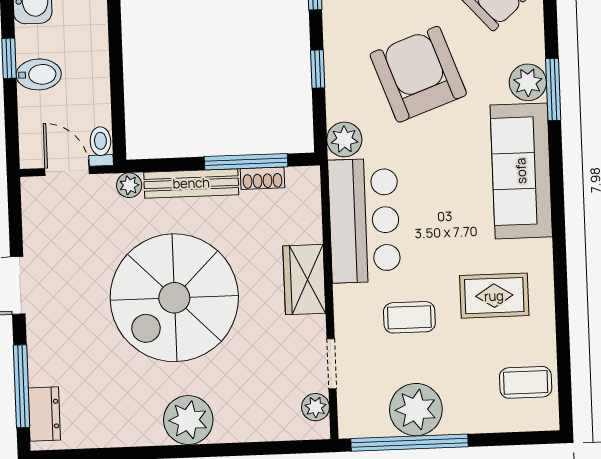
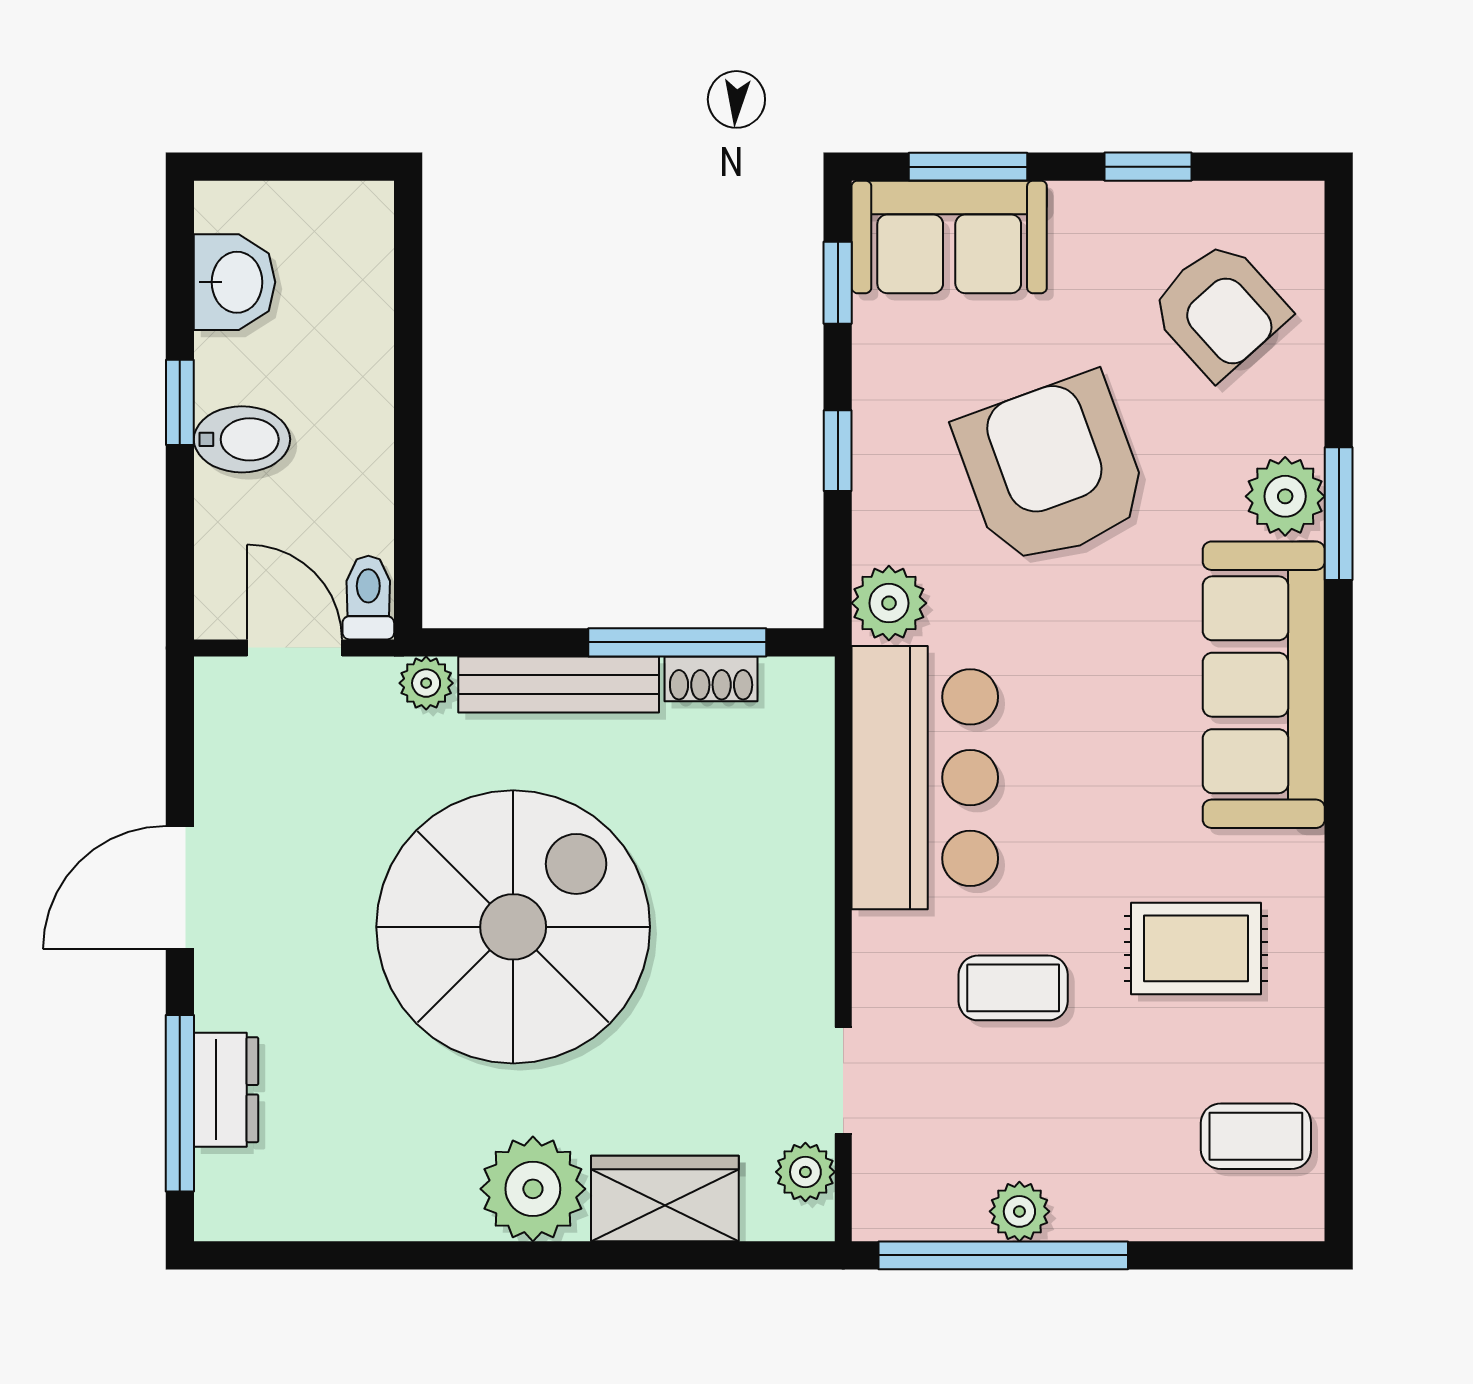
wardrobe: (304, 280) -> (665, 1199), moved, turned 90
spiral stairs: (174, 298) -> (513, 927), turned 180
plant: (416, 410) -> (1019, 1211), width x0.53, depth x0.53
dresser: (44, 414) -> (226, 1090), moved

